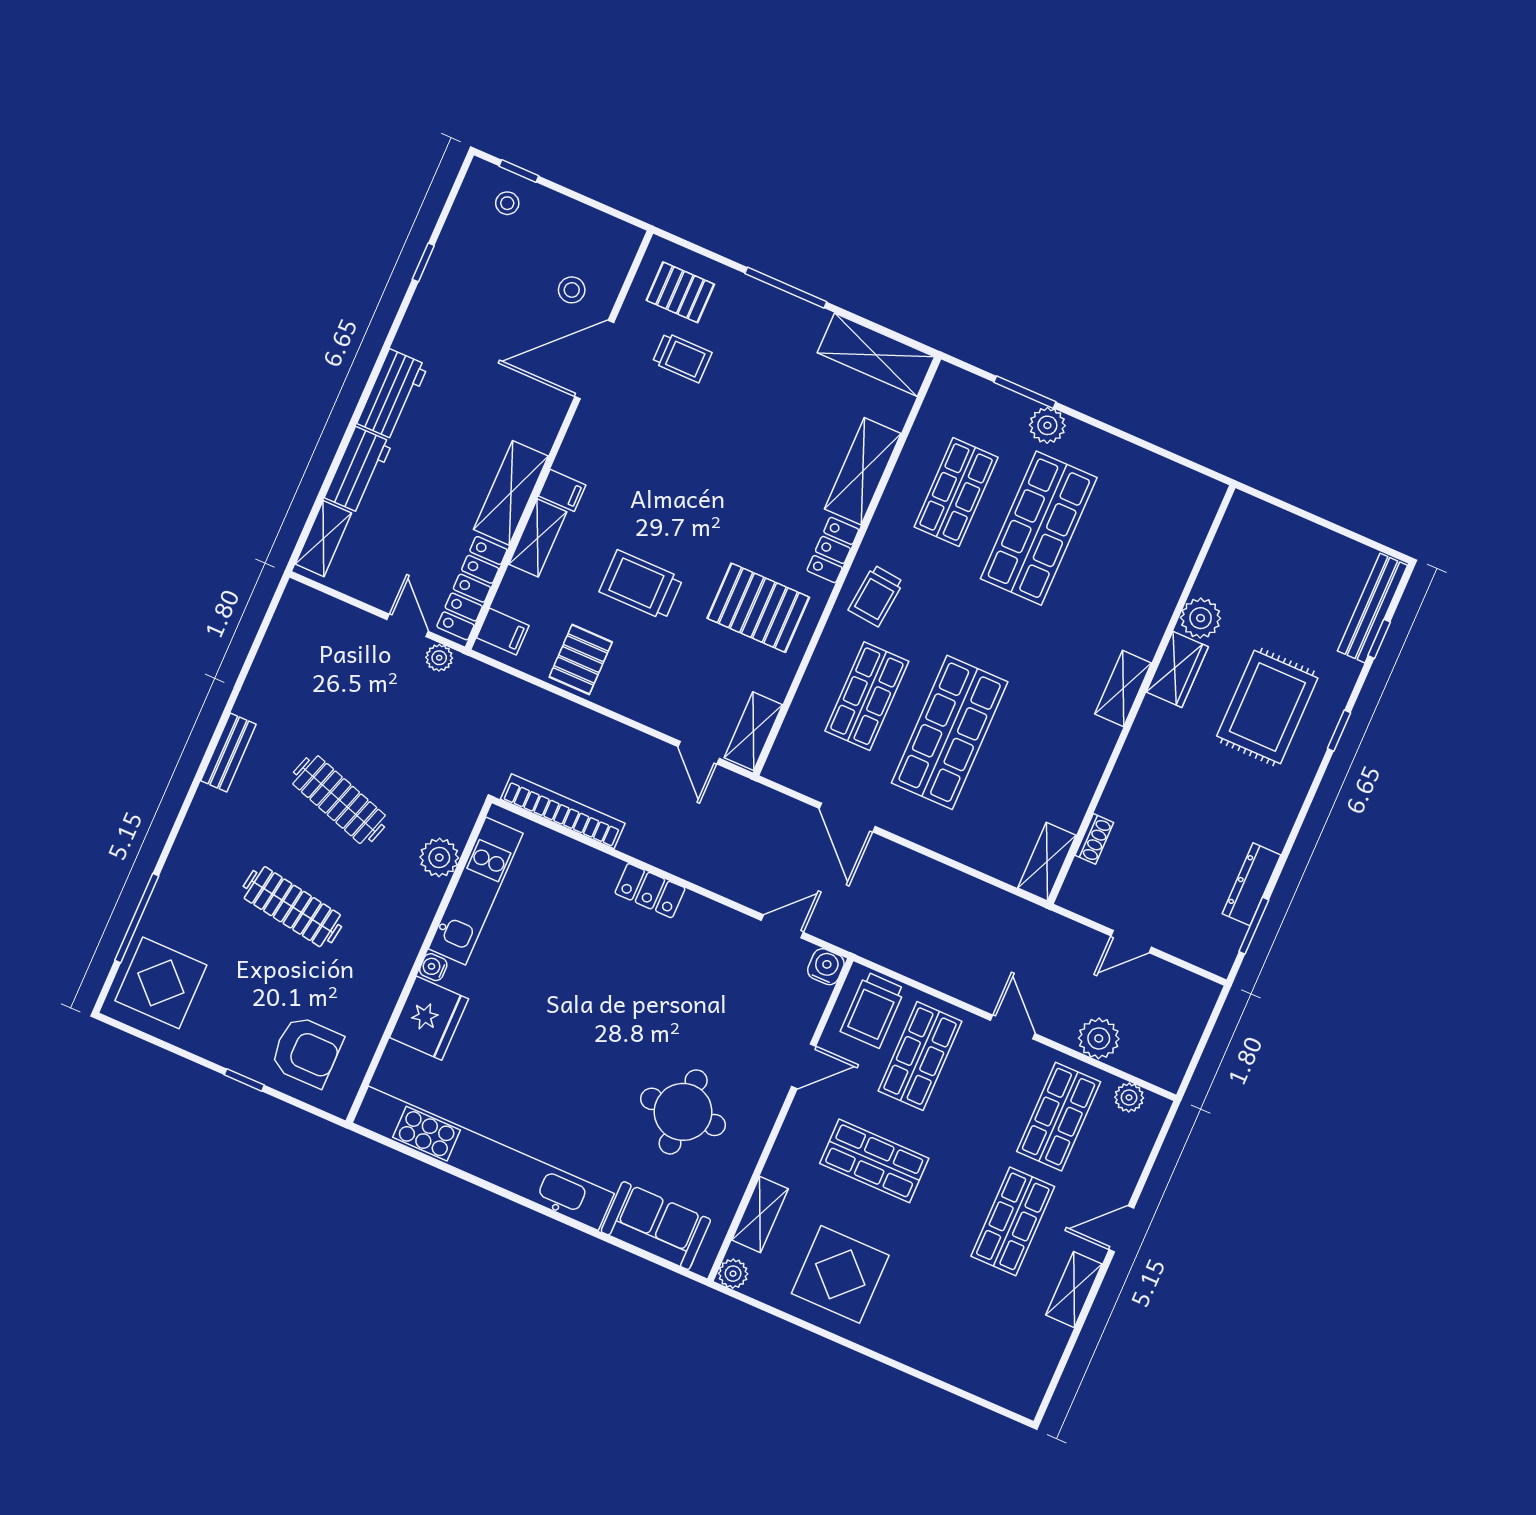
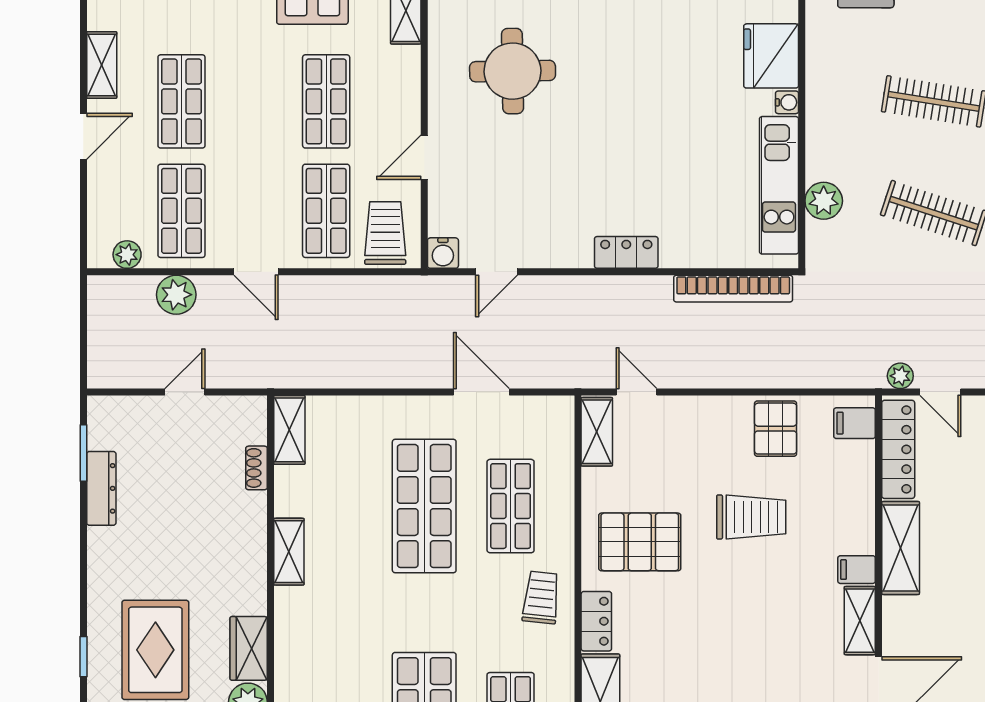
shelving: (538, 538) -> (860, 621), moved
shelving: (1123, 688) -> (289, 552), moved
shop shelf: (874, 1161) -> (326, 101), turned 90

